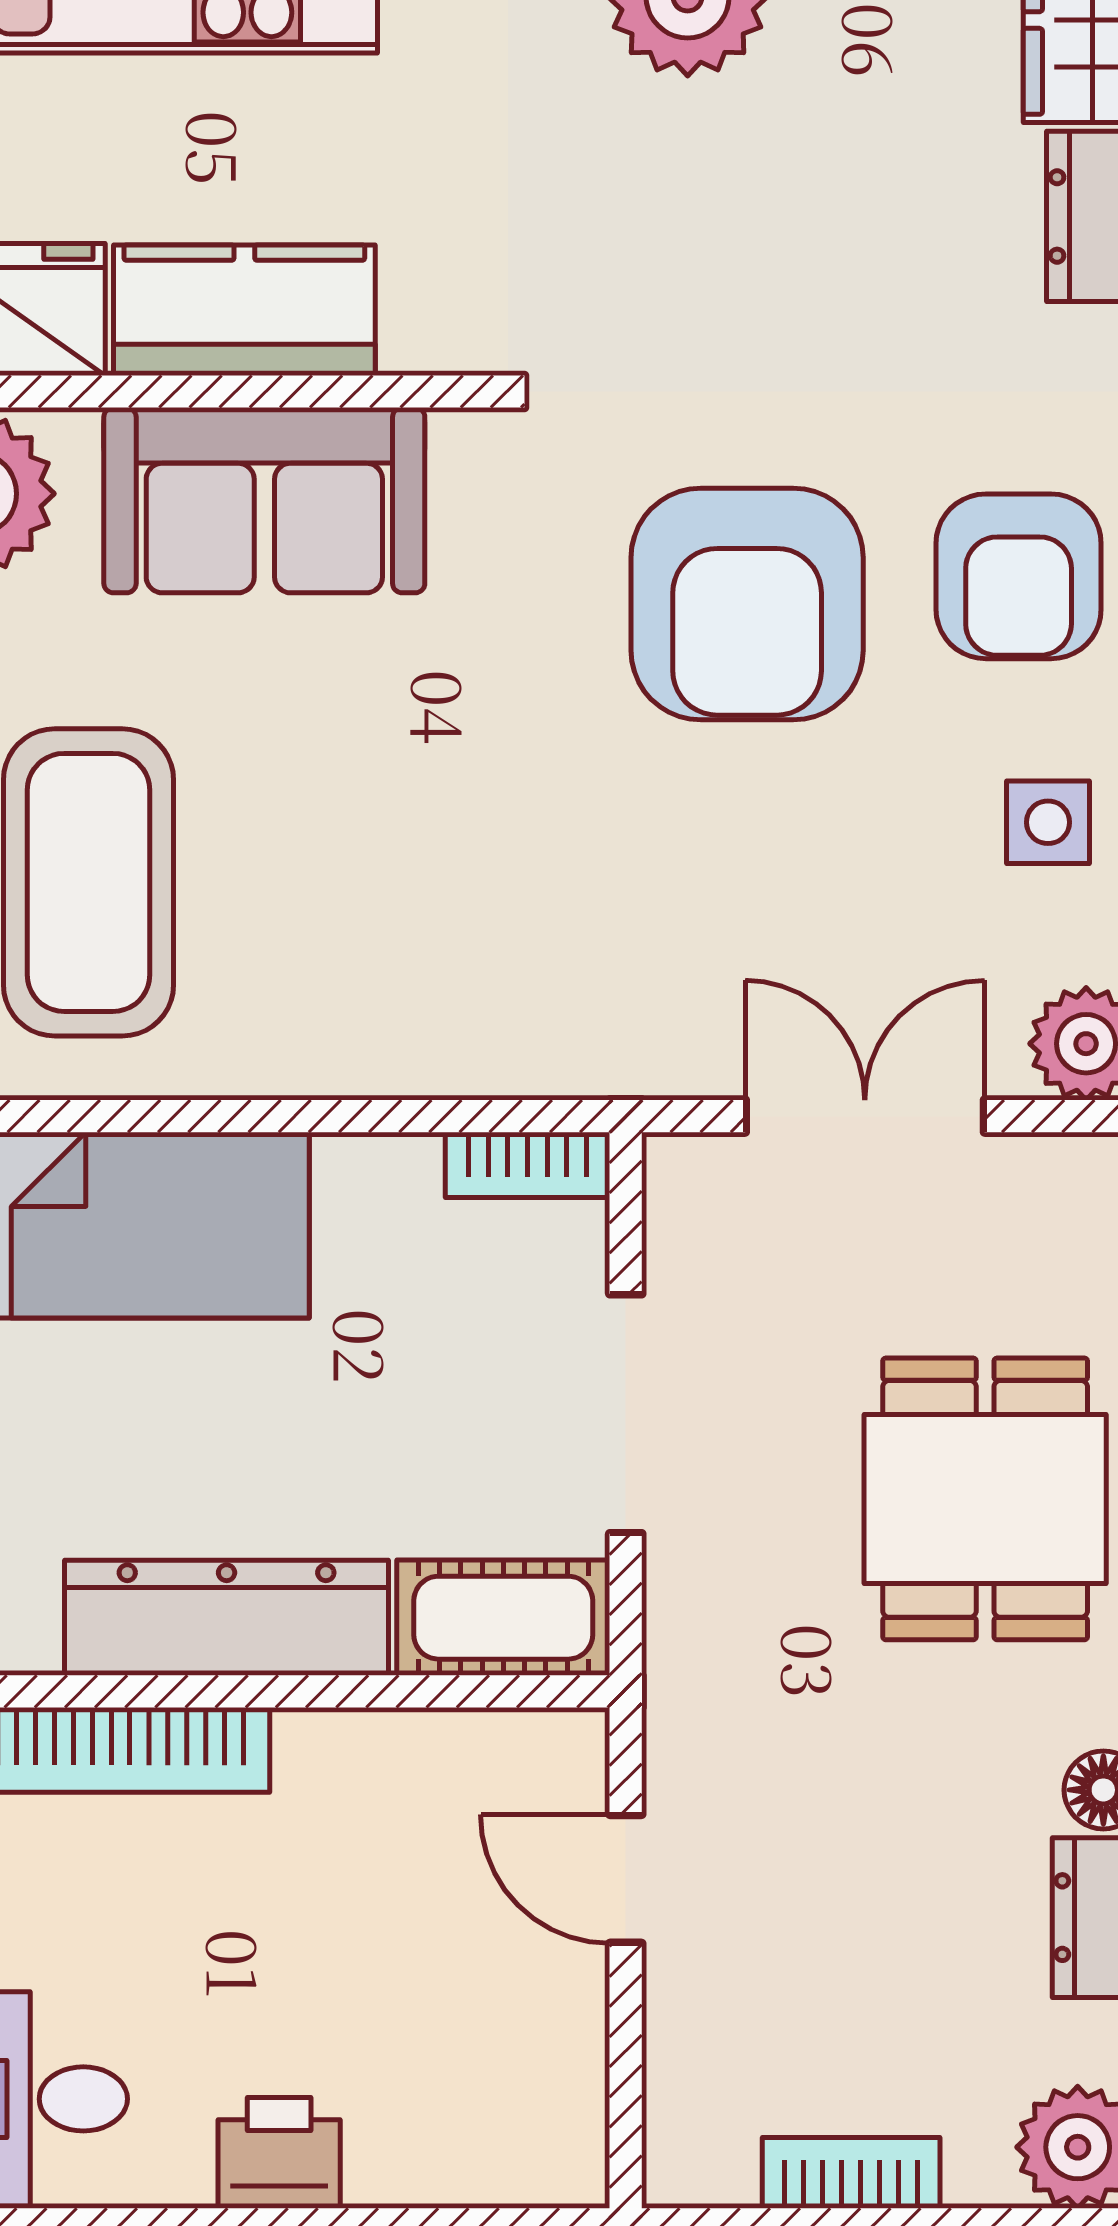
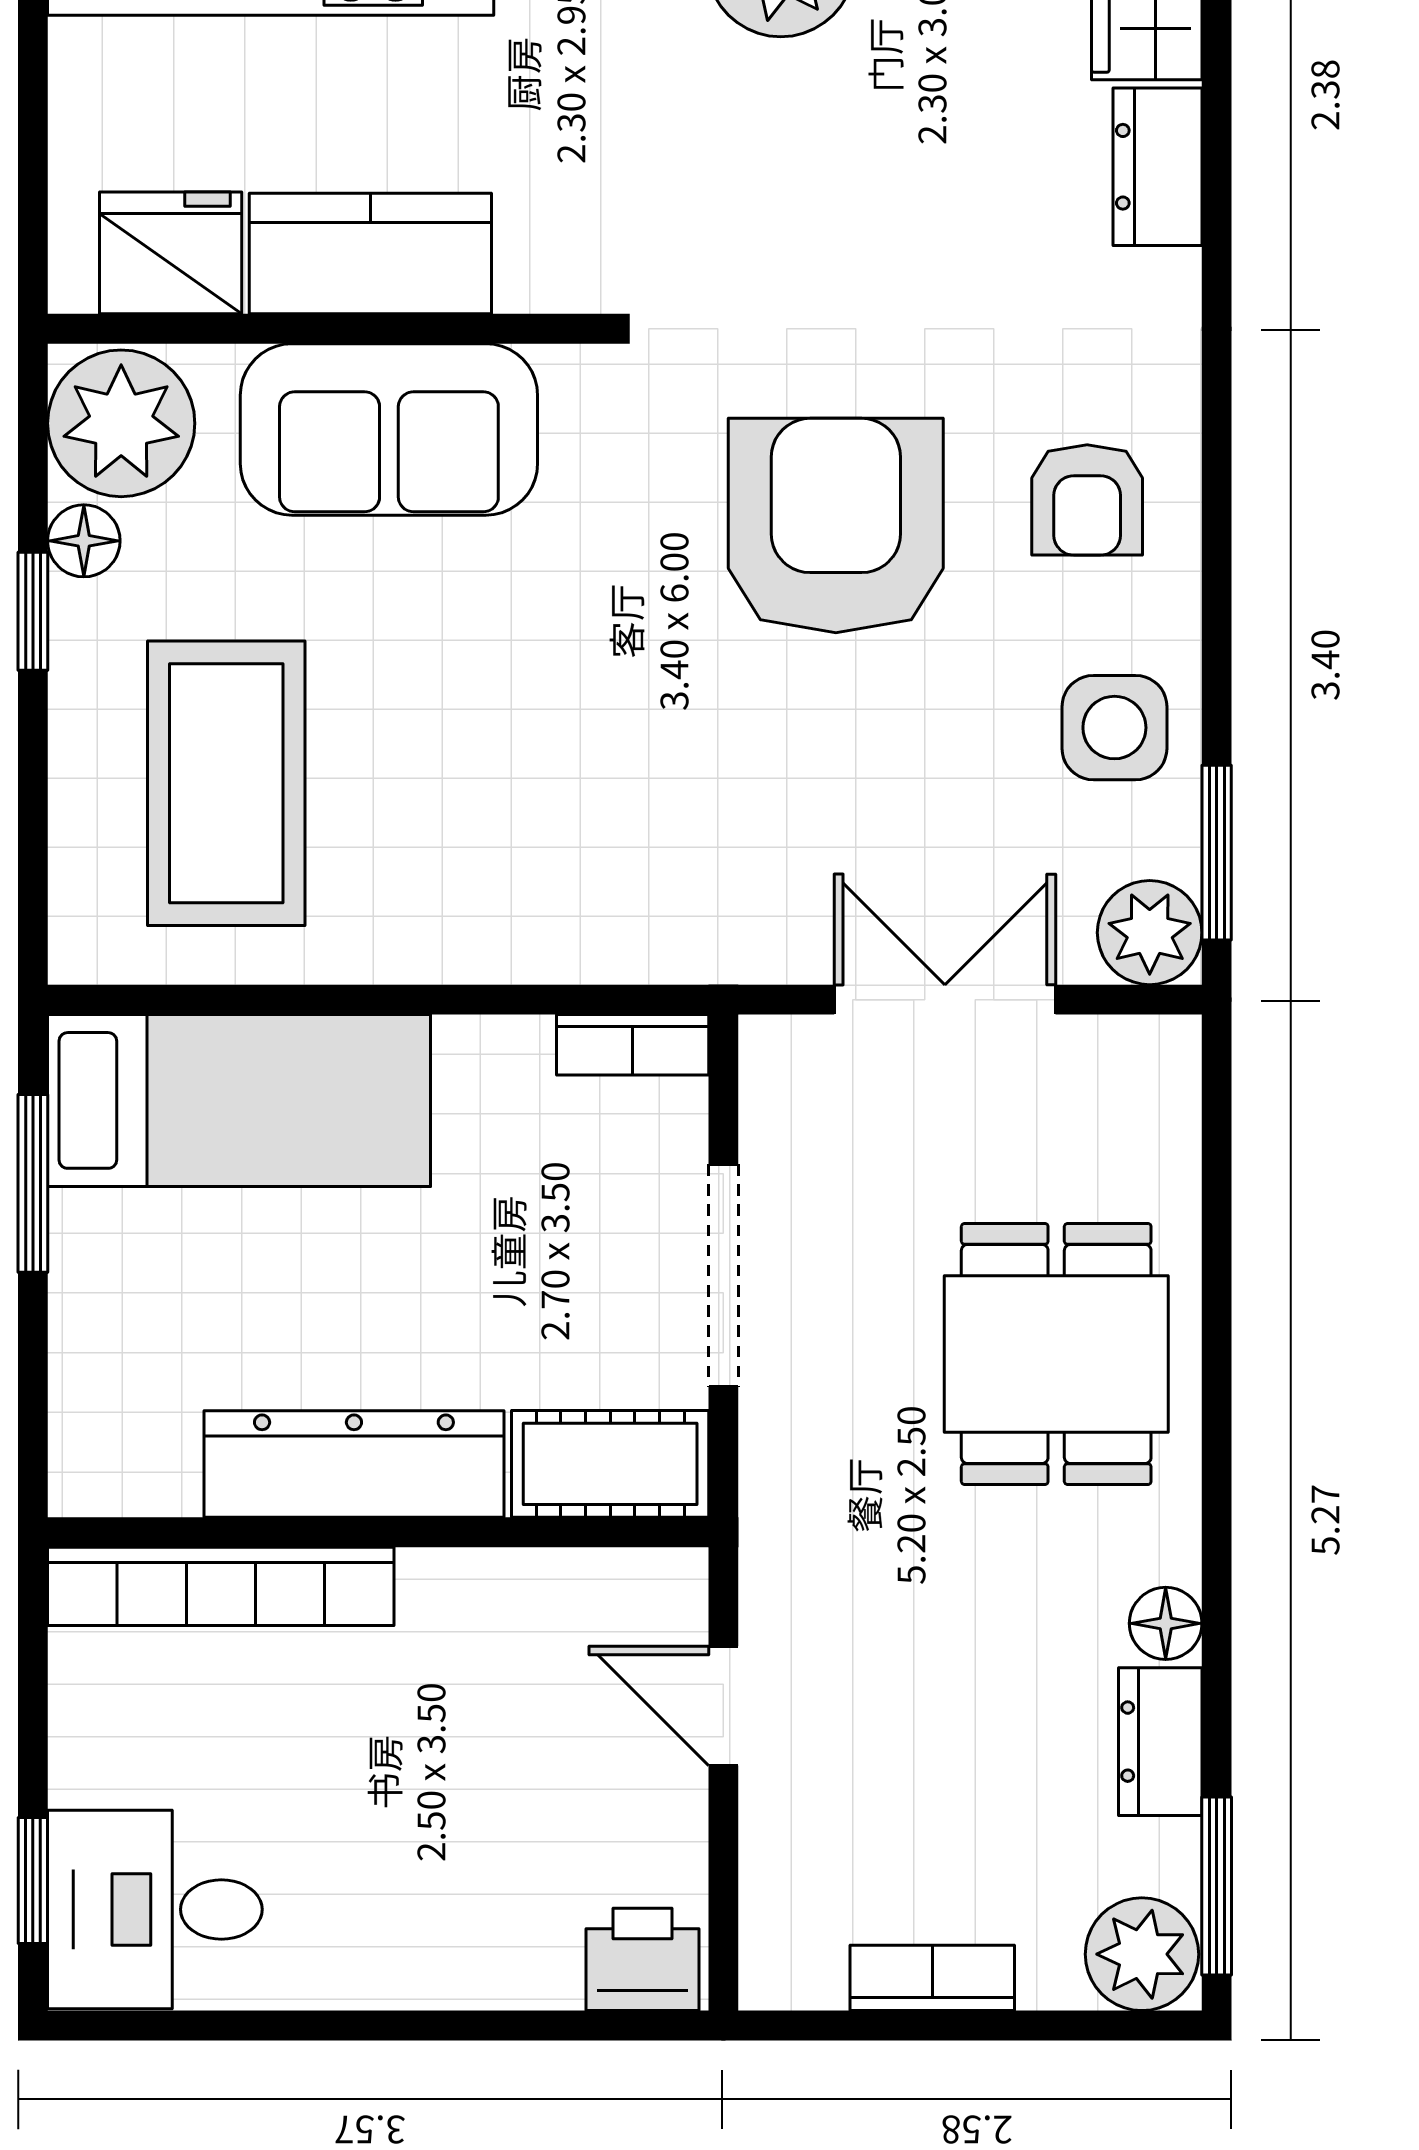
armchair: (1019, 576) -> (1087, 500), width x0.72, depth x0.72
armchair: (747, 604) -> (836, 526), turned 180
side table: (1048, 822) -> (1114, 728), width x1.37, depth x1.37
printer: (279, 2153) -> (643, 1959), moved

